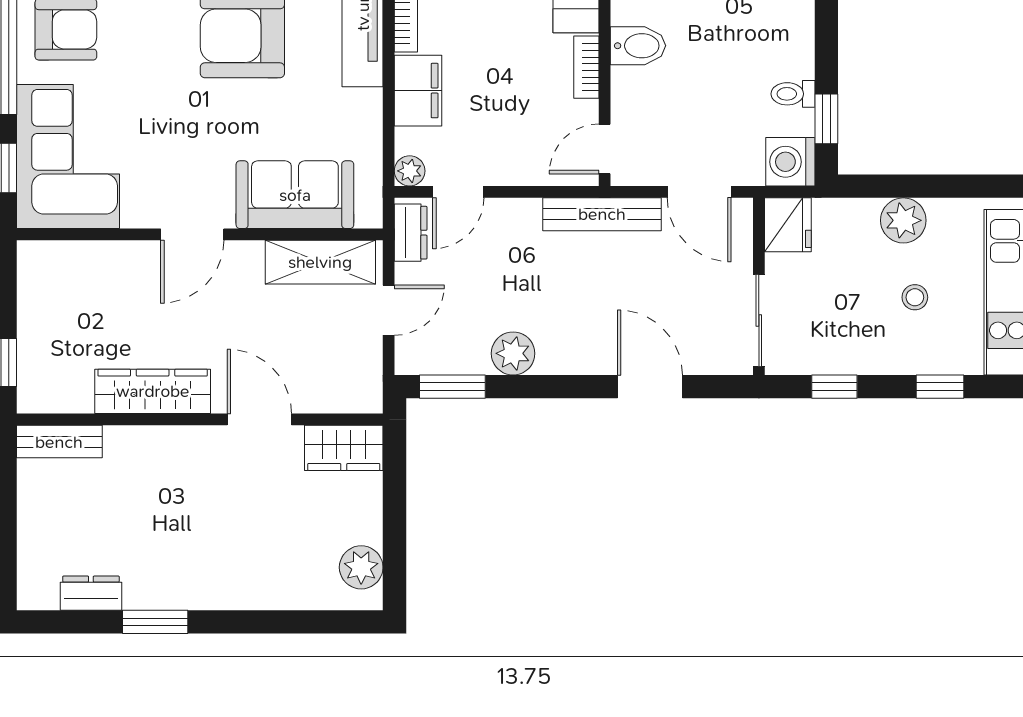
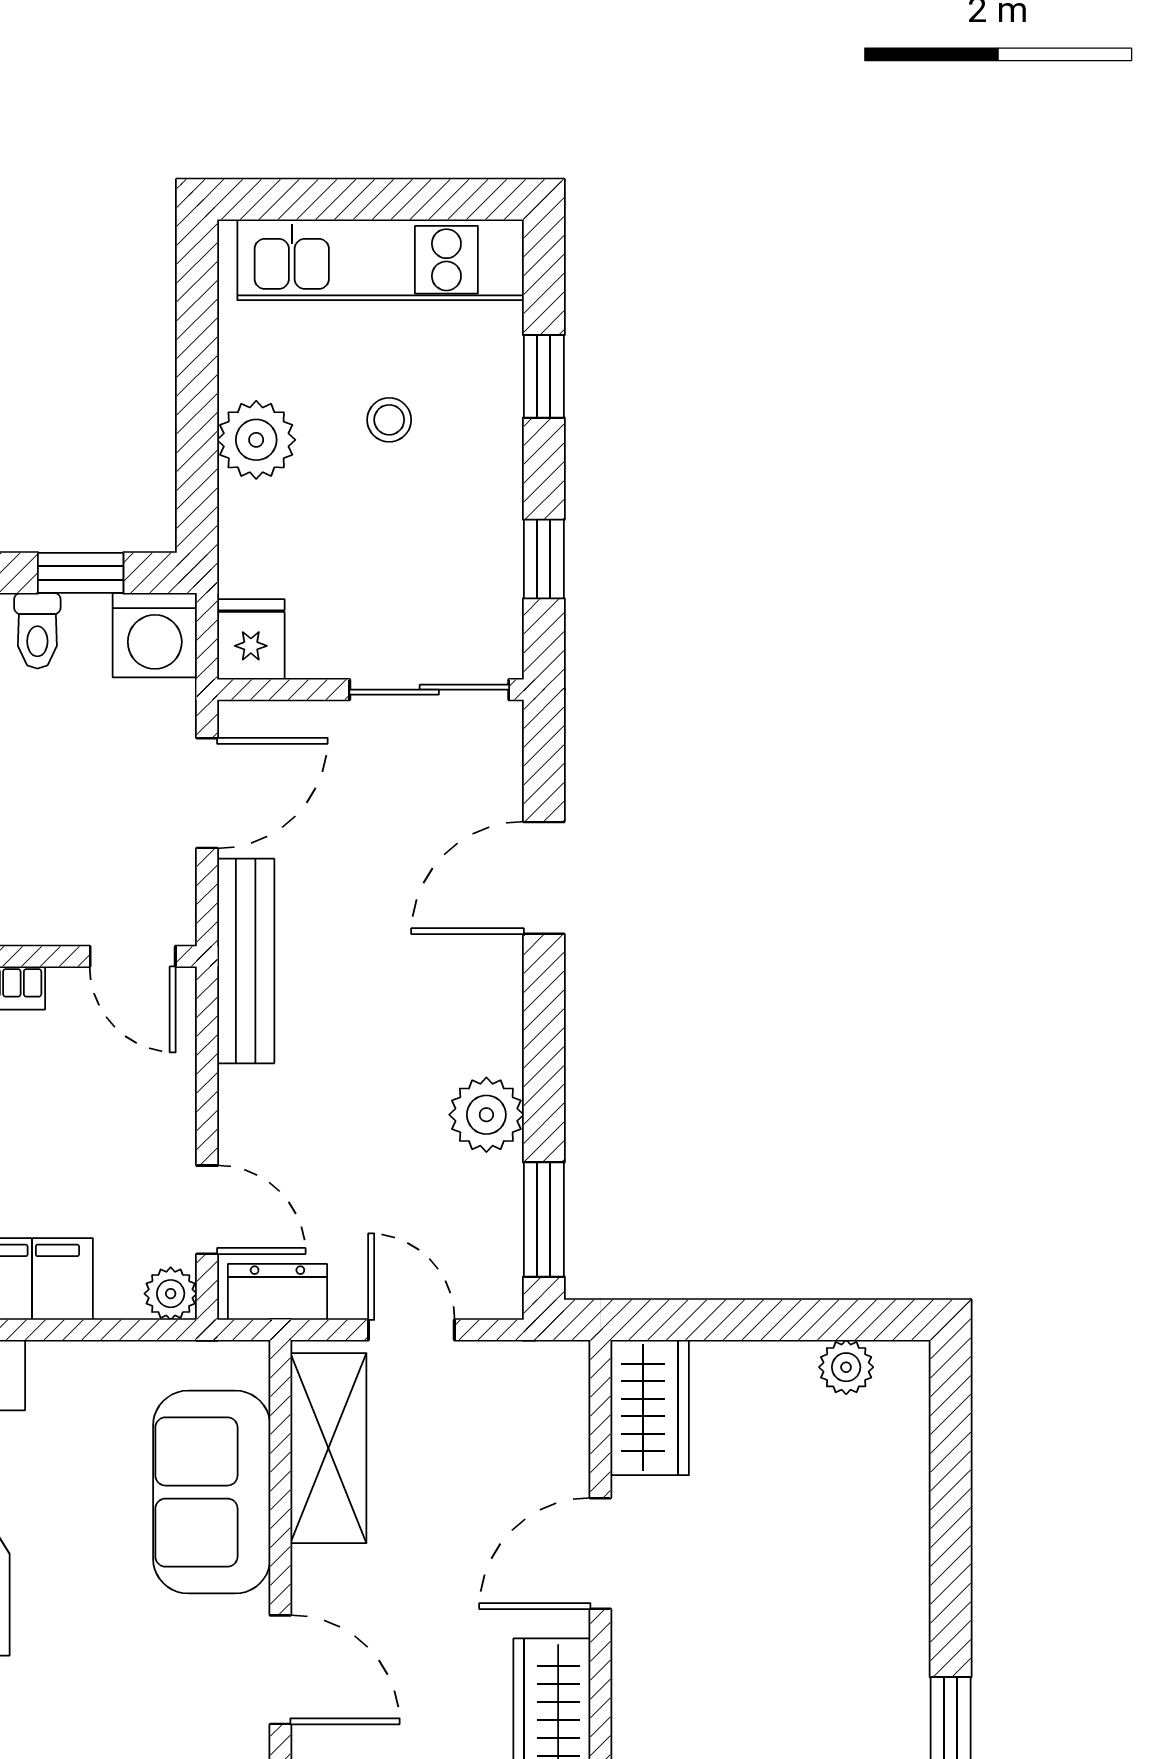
fridge: (788, 225) -> (251, 639), width x0.72
plant: (361, 567) -> (846, 1367), width x0.73, depth x0.73

